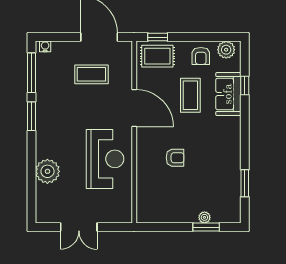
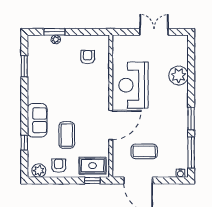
sofa: (228, 94) -> (37, 120), moved
door: (134, 108) -> (111, 125), swing flipped
armchair: (175, 158) -> (88, 57), moved, turned 90

